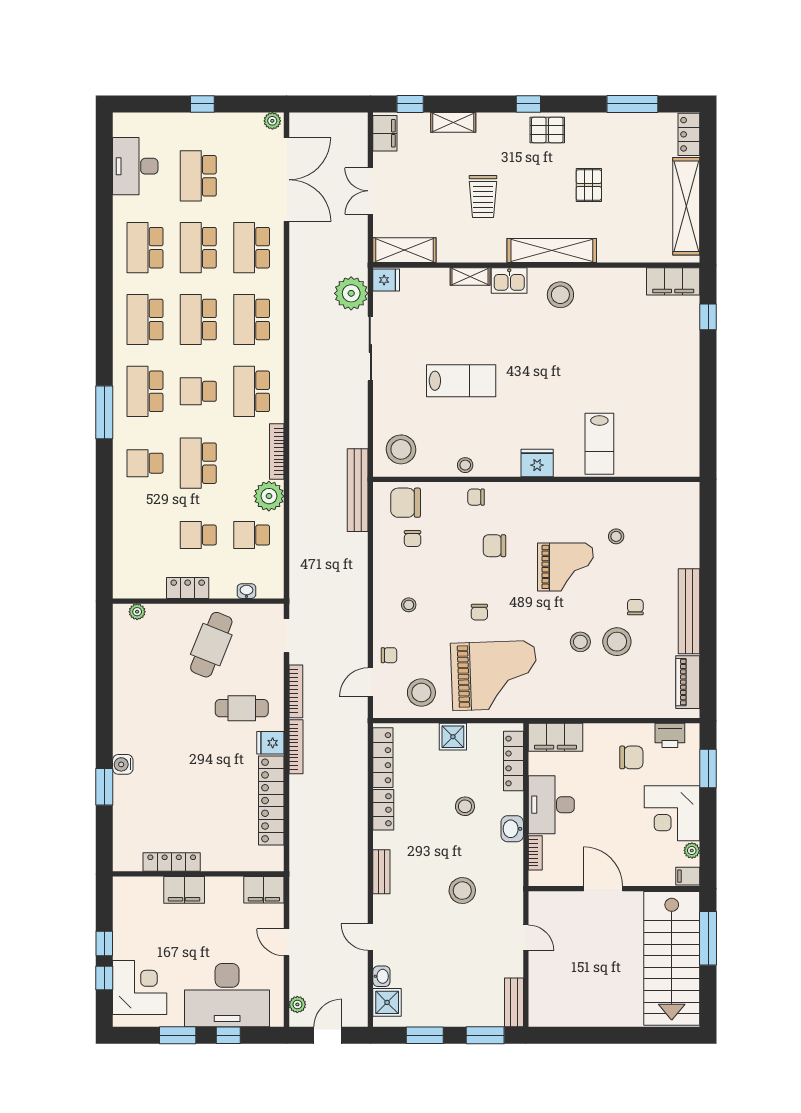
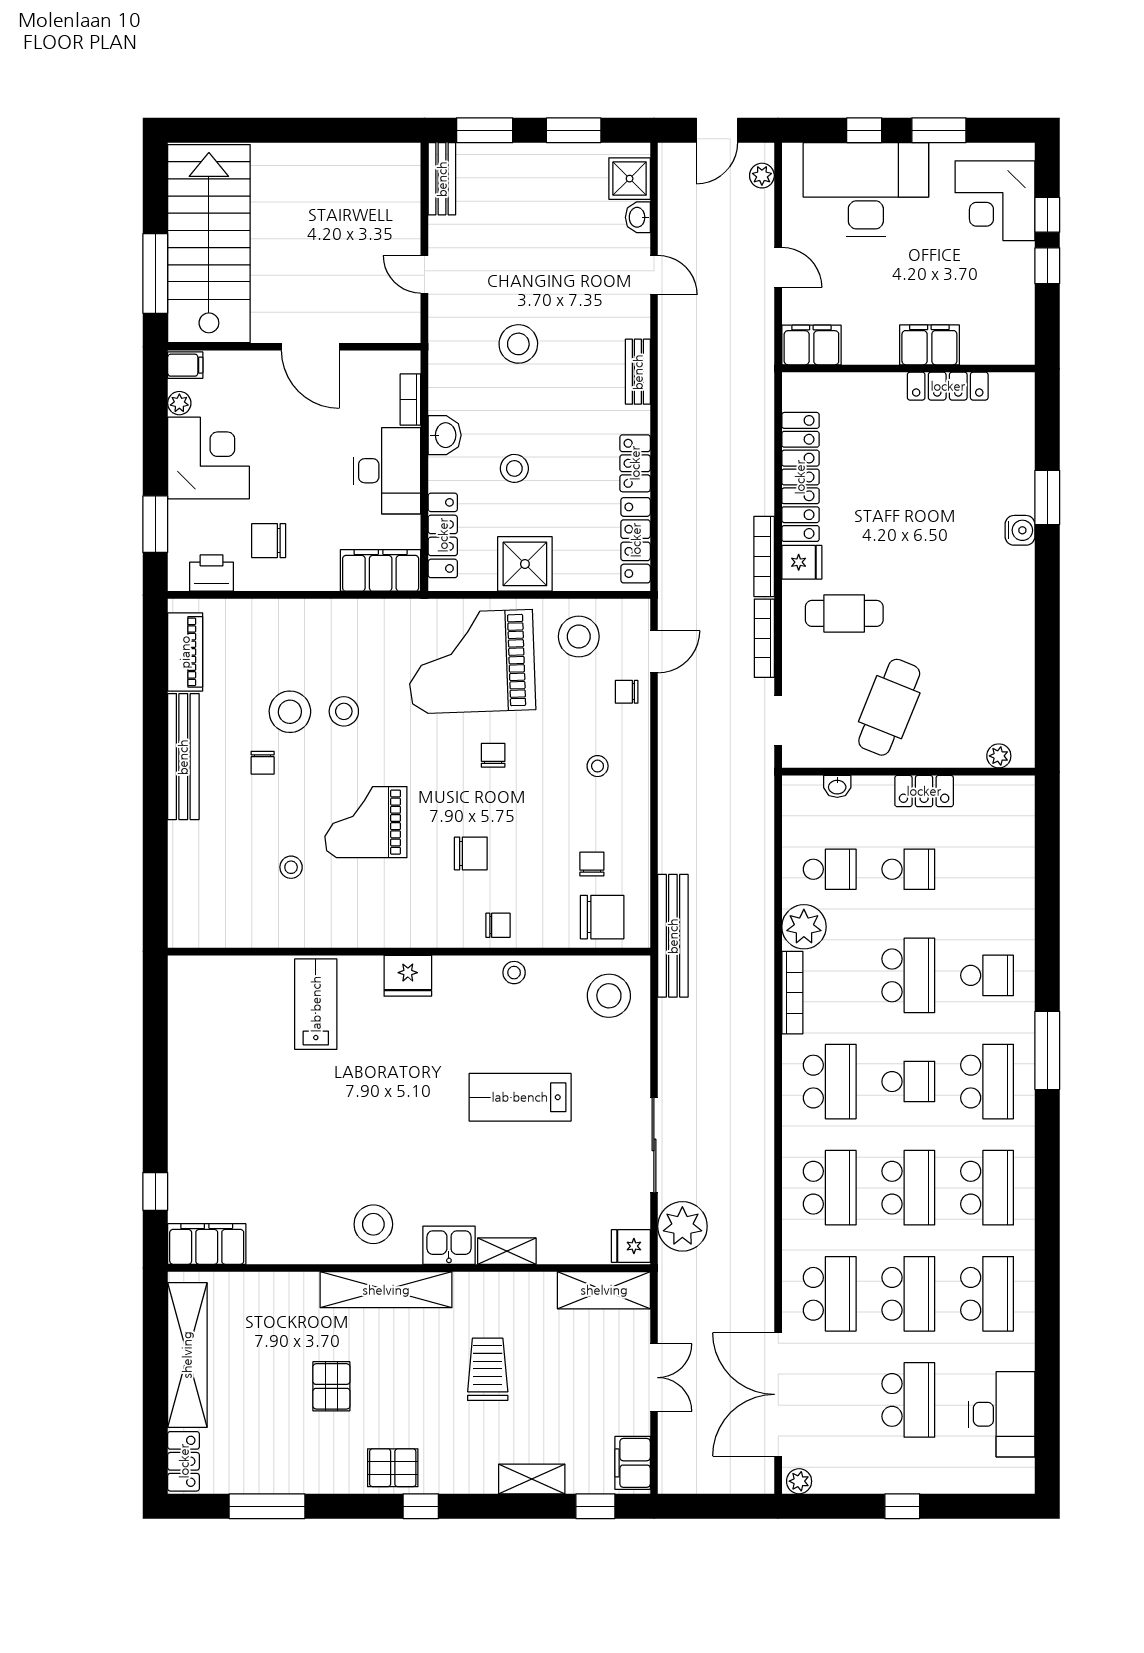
shower: (453, 737) -> (525, 564), width x1.36, depth x1.36

